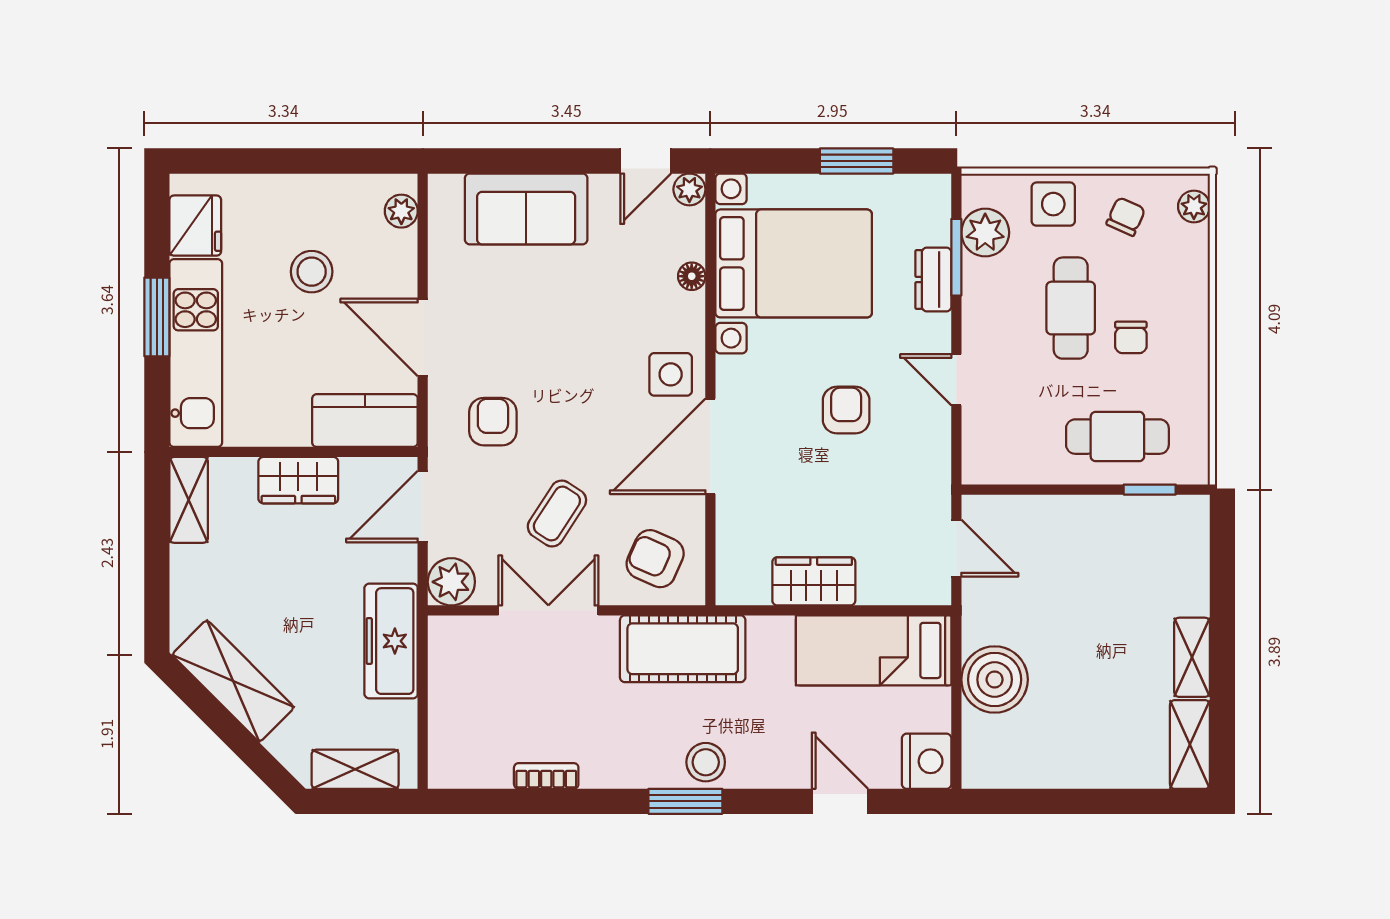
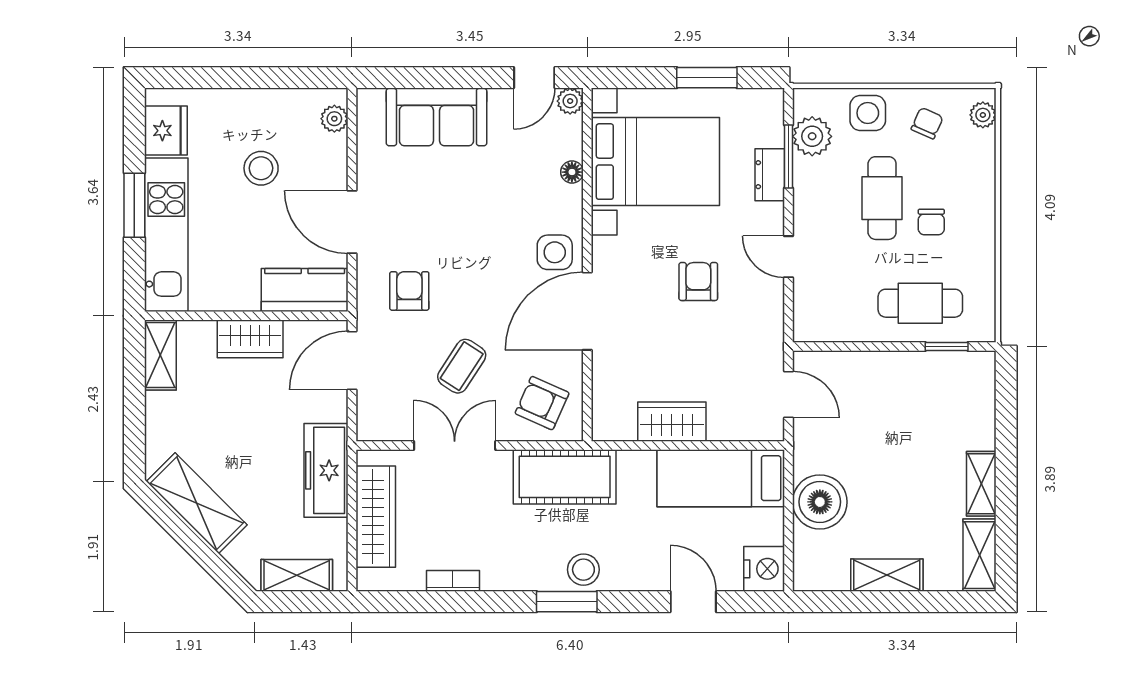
plant: (451, 582) -> (375, 422), removed
wardrobe: (452, 697) -> (376, 517), added
shelving: (1077, 769) -> (887, 575), added

